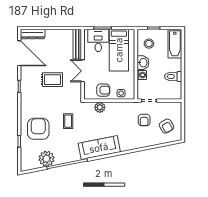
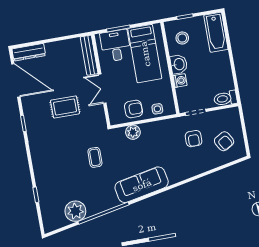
toilet: (173, 76) -> (225, 98), moved
armchair: (38, 129) -> (58, 174), removed

